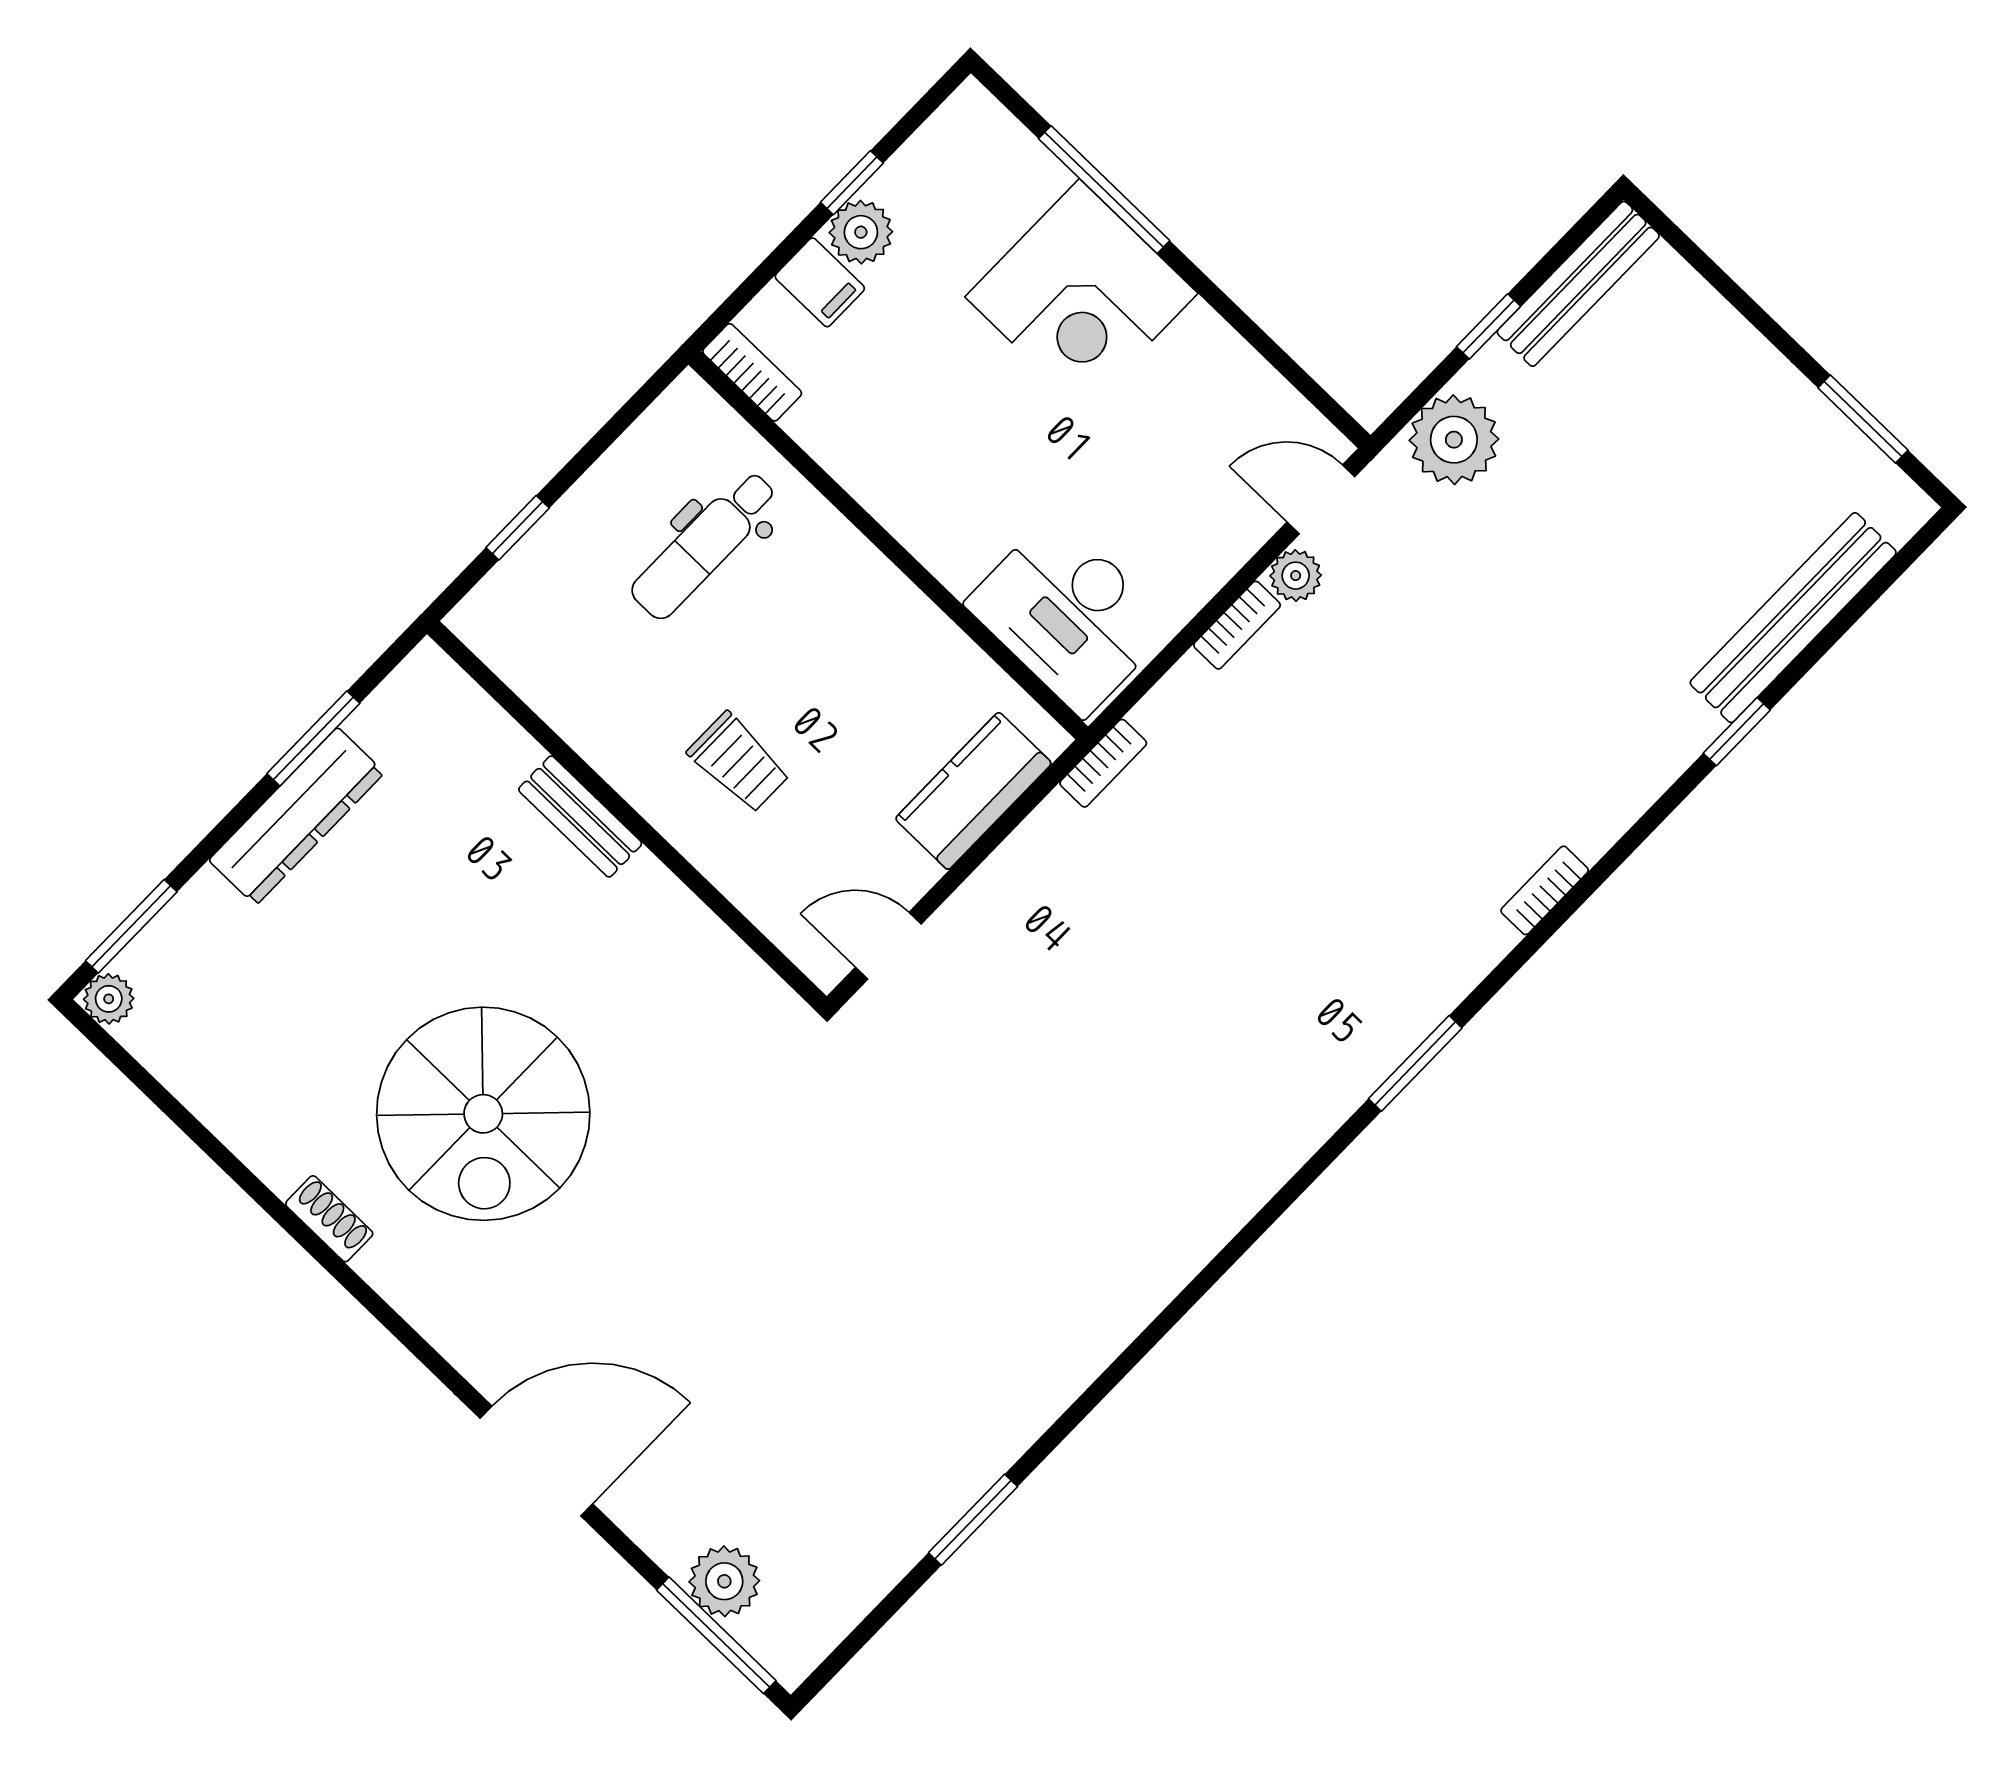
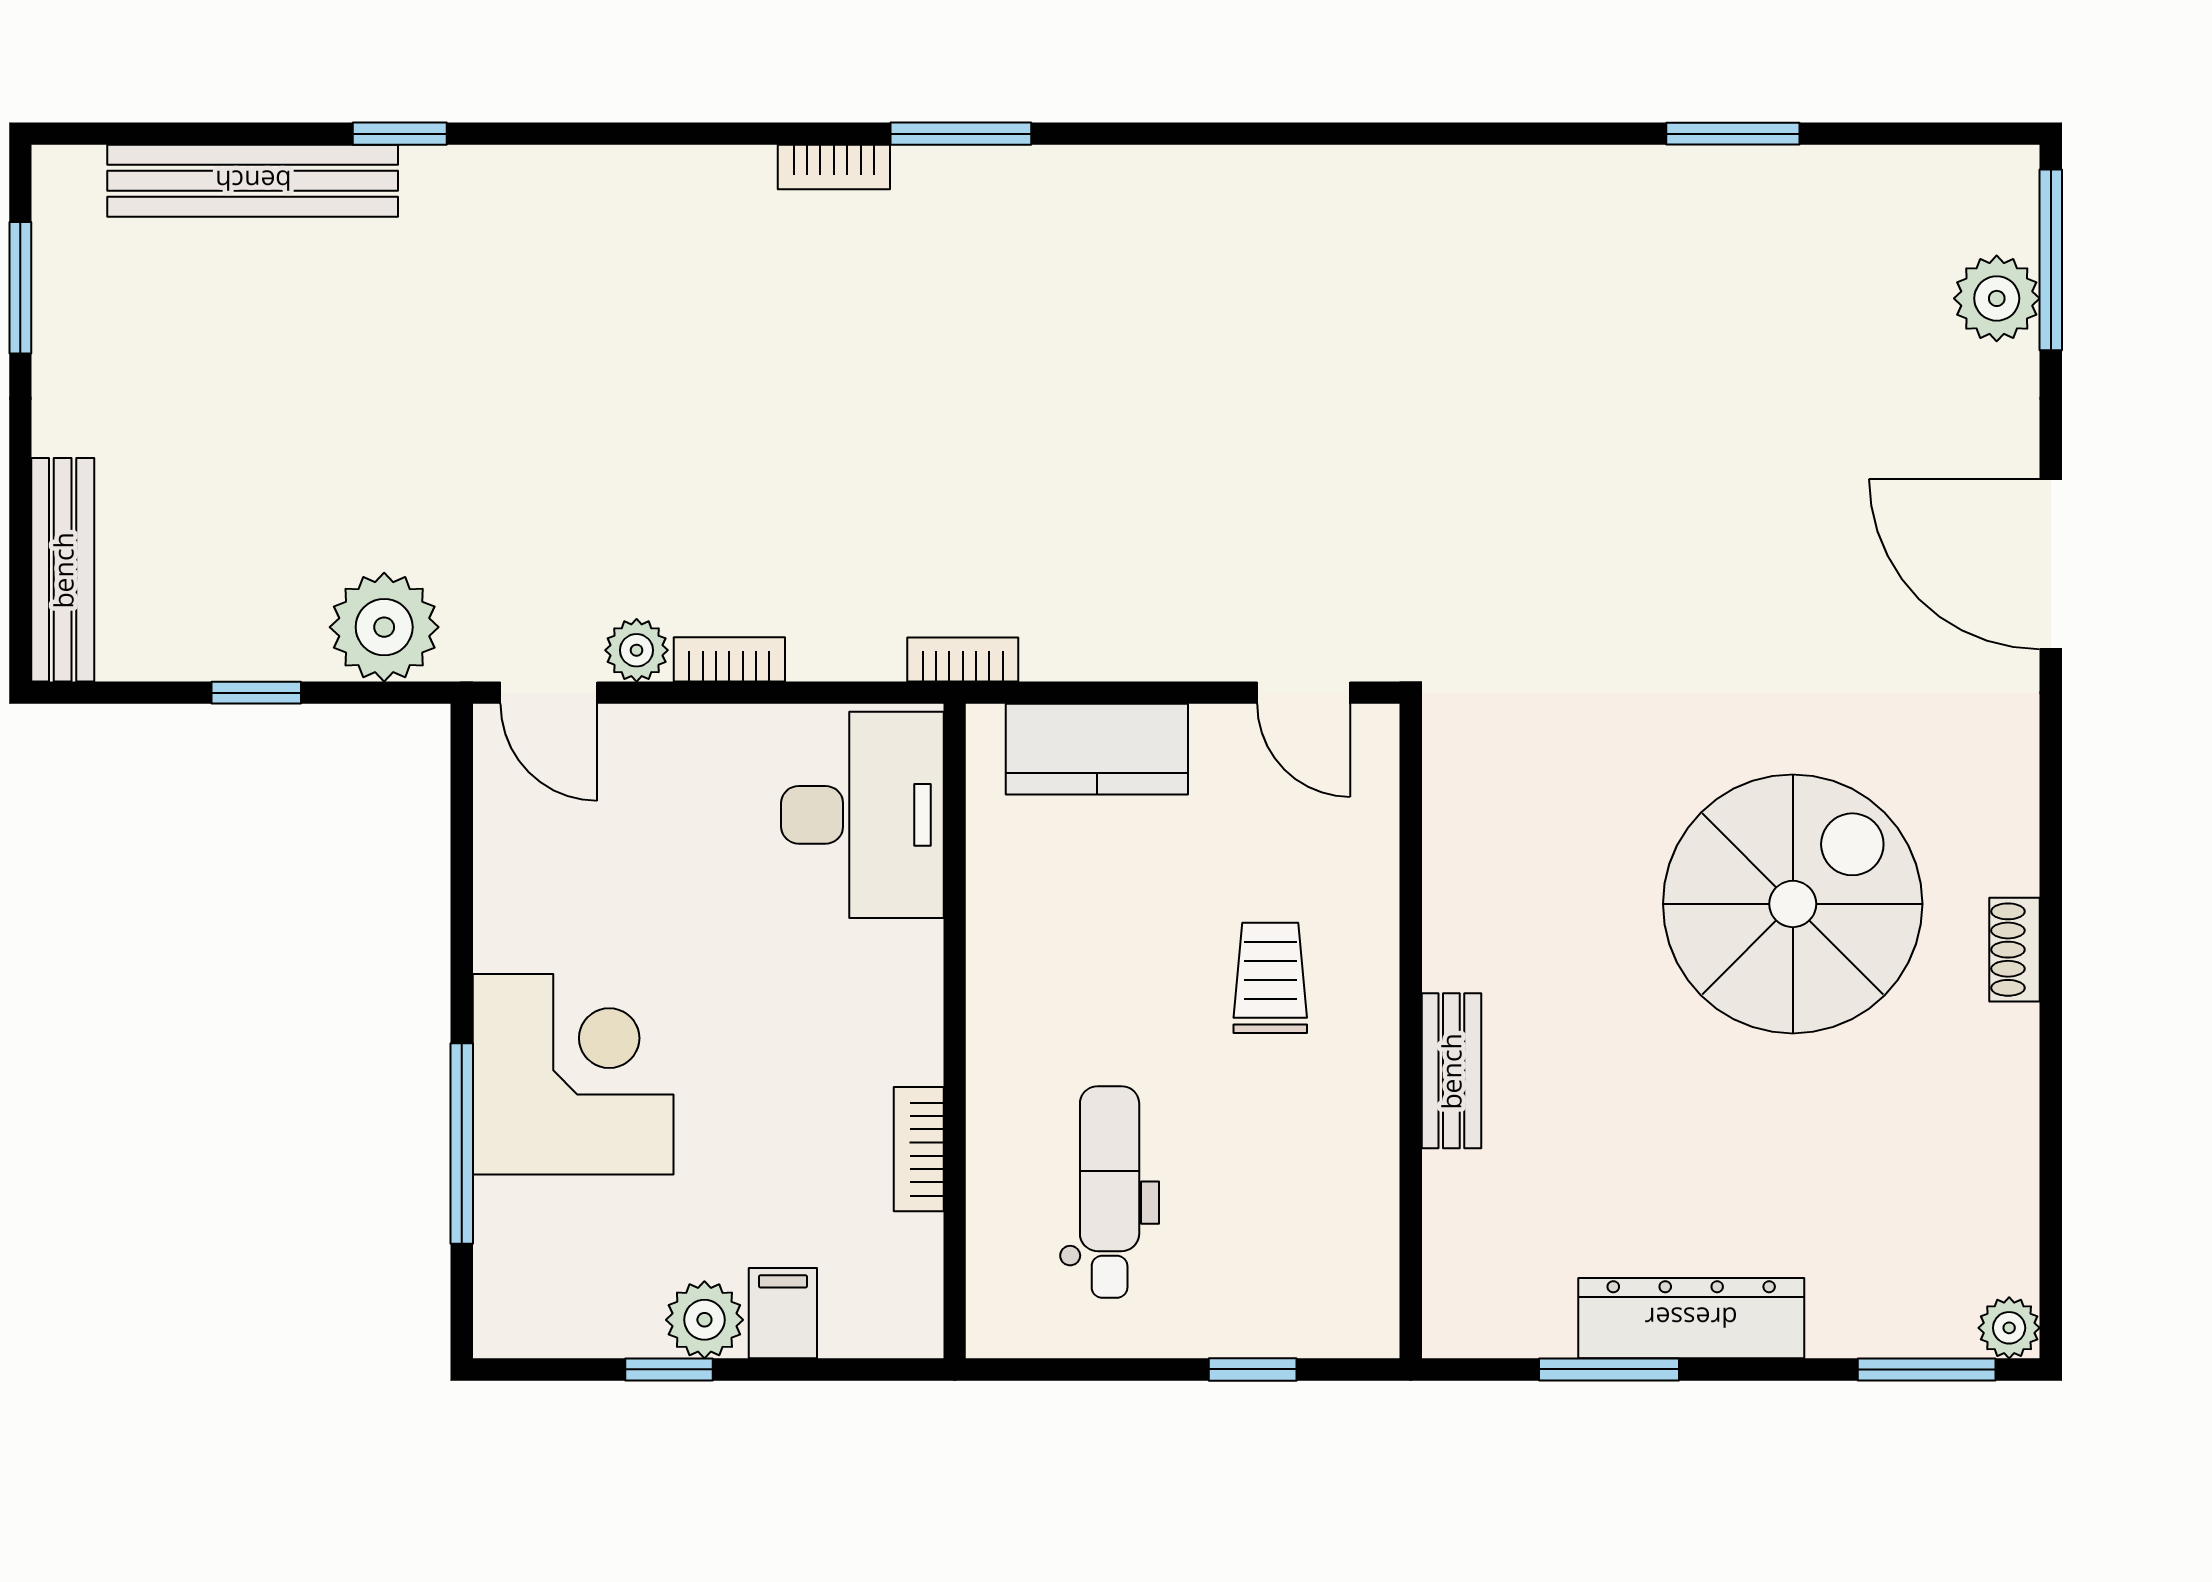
bench: (1578, 284) -> (63, 570), moved, turned 90
bookcase: (752, 372) -> (919, 1149), moved
dental chair: (704, 545) -> (1110, 1192), turned -90
bookcase: (1545, 890) -> (834, 167), moved

